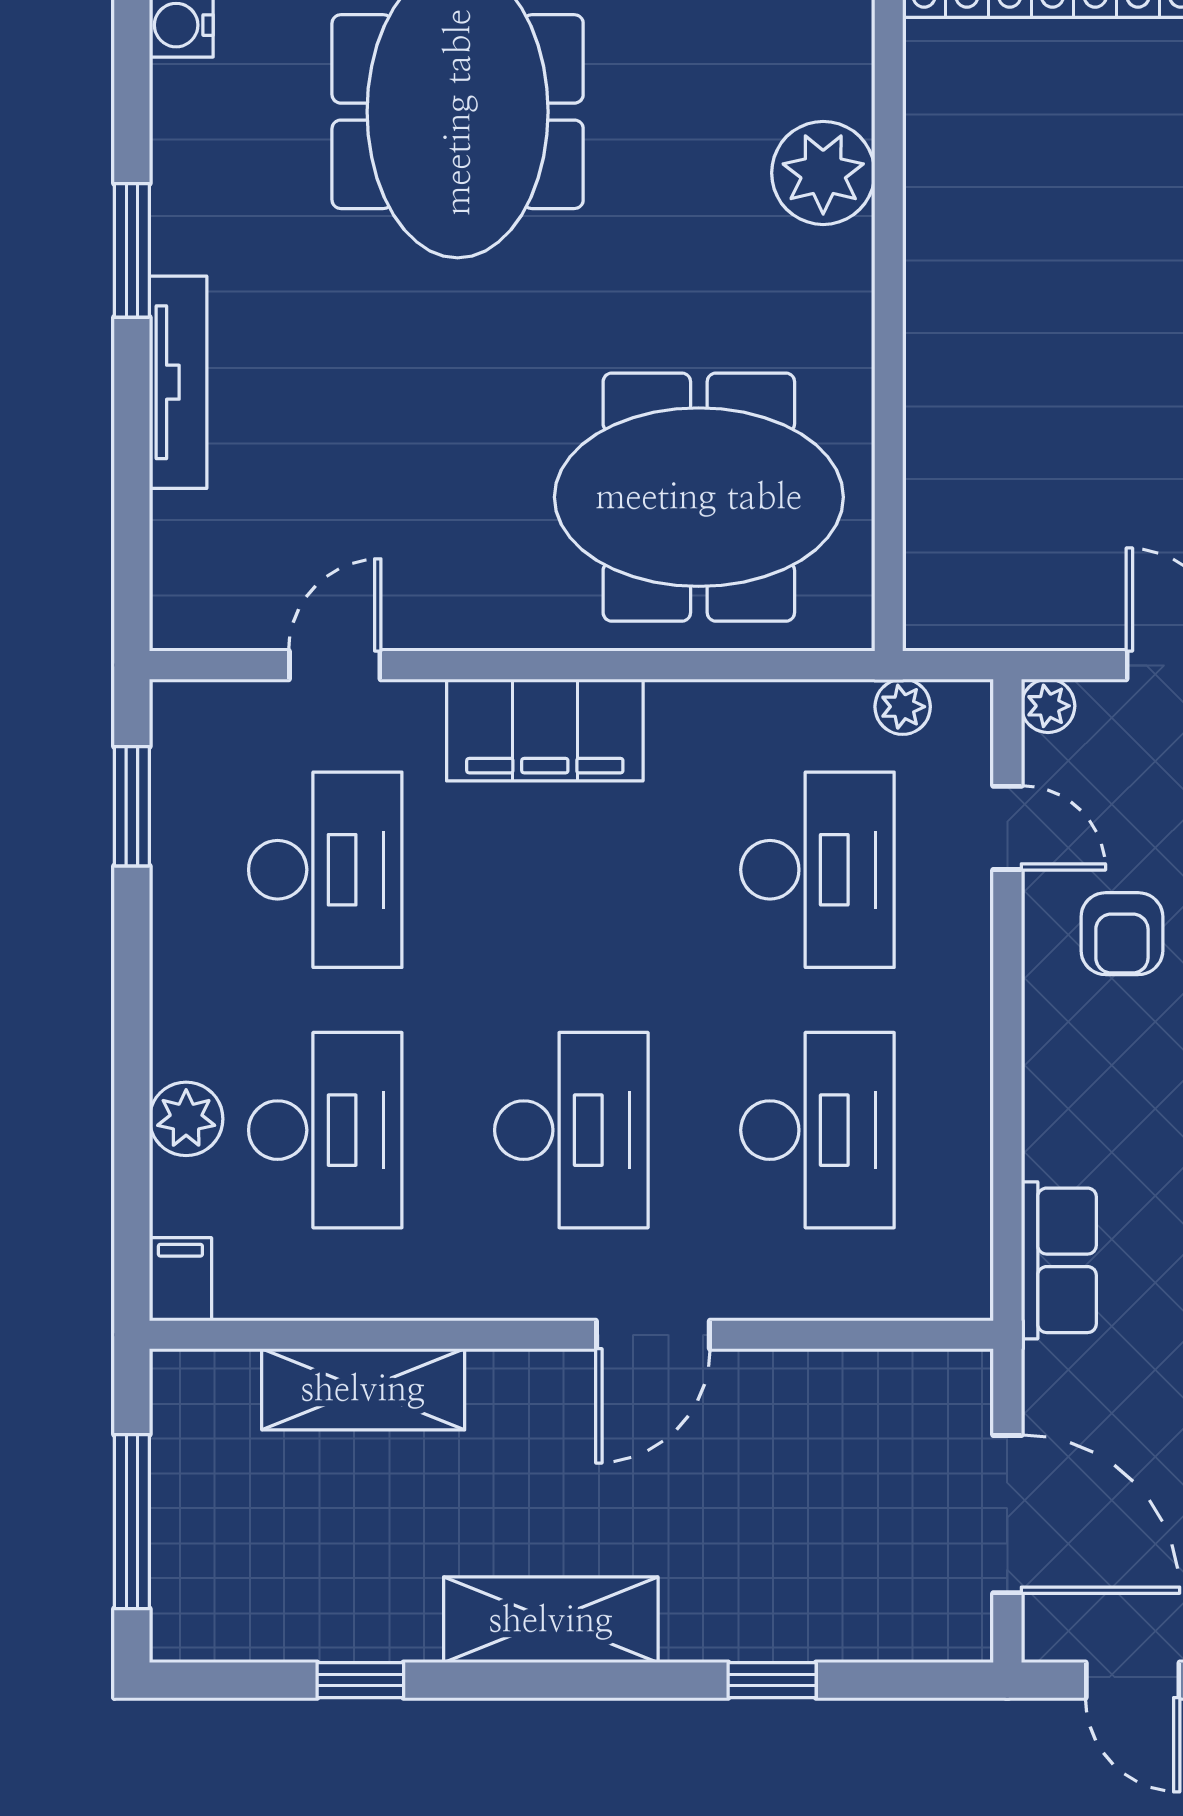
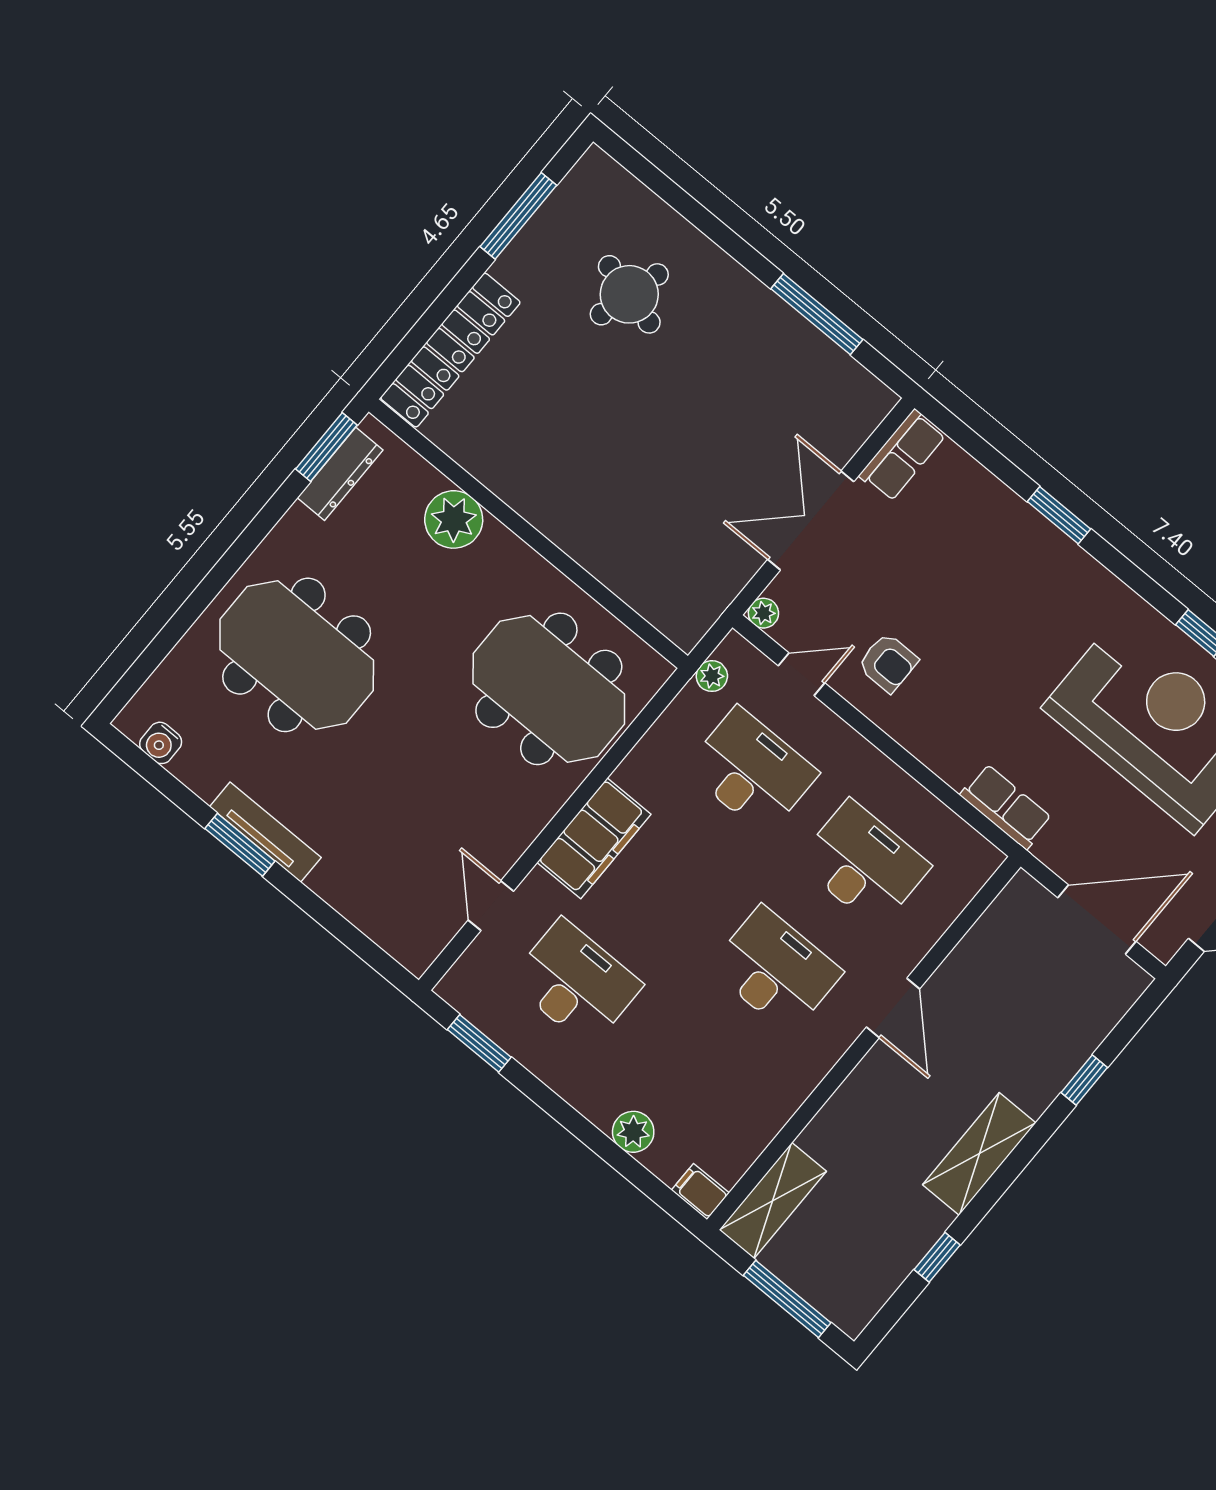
tv unit: (178, 382) -> (265, 832), moved
meeting table: (699, 497) -> (549, 689), turned 90
desk: (325, 1130) -> (688, 1076), removed
shelving: (363, 1389) -> (773, 1201), moved

